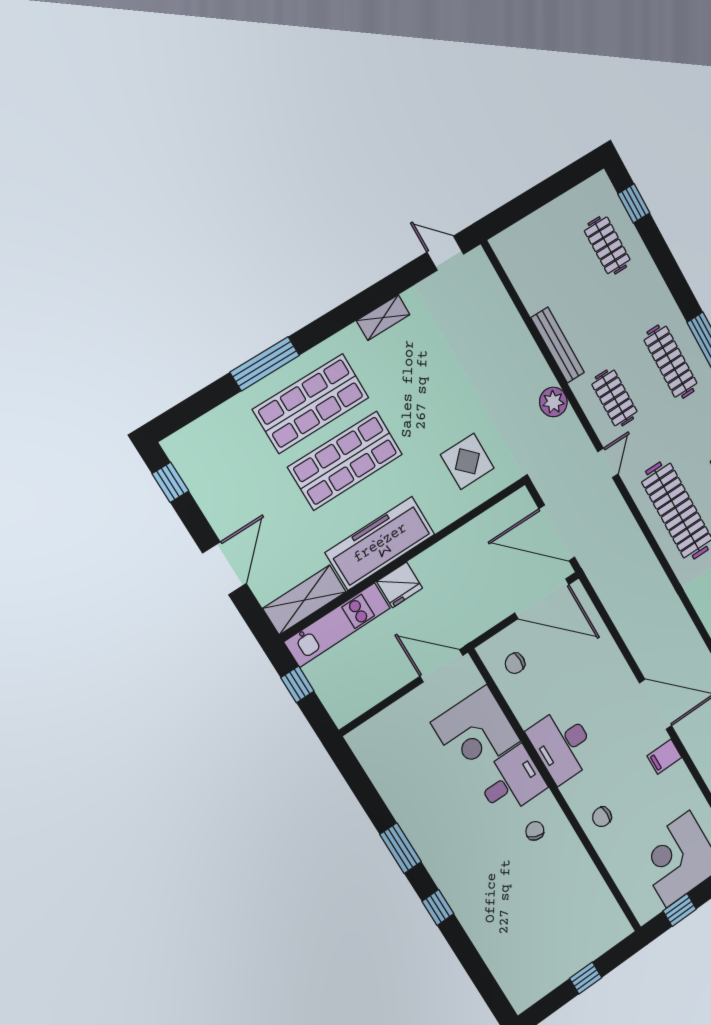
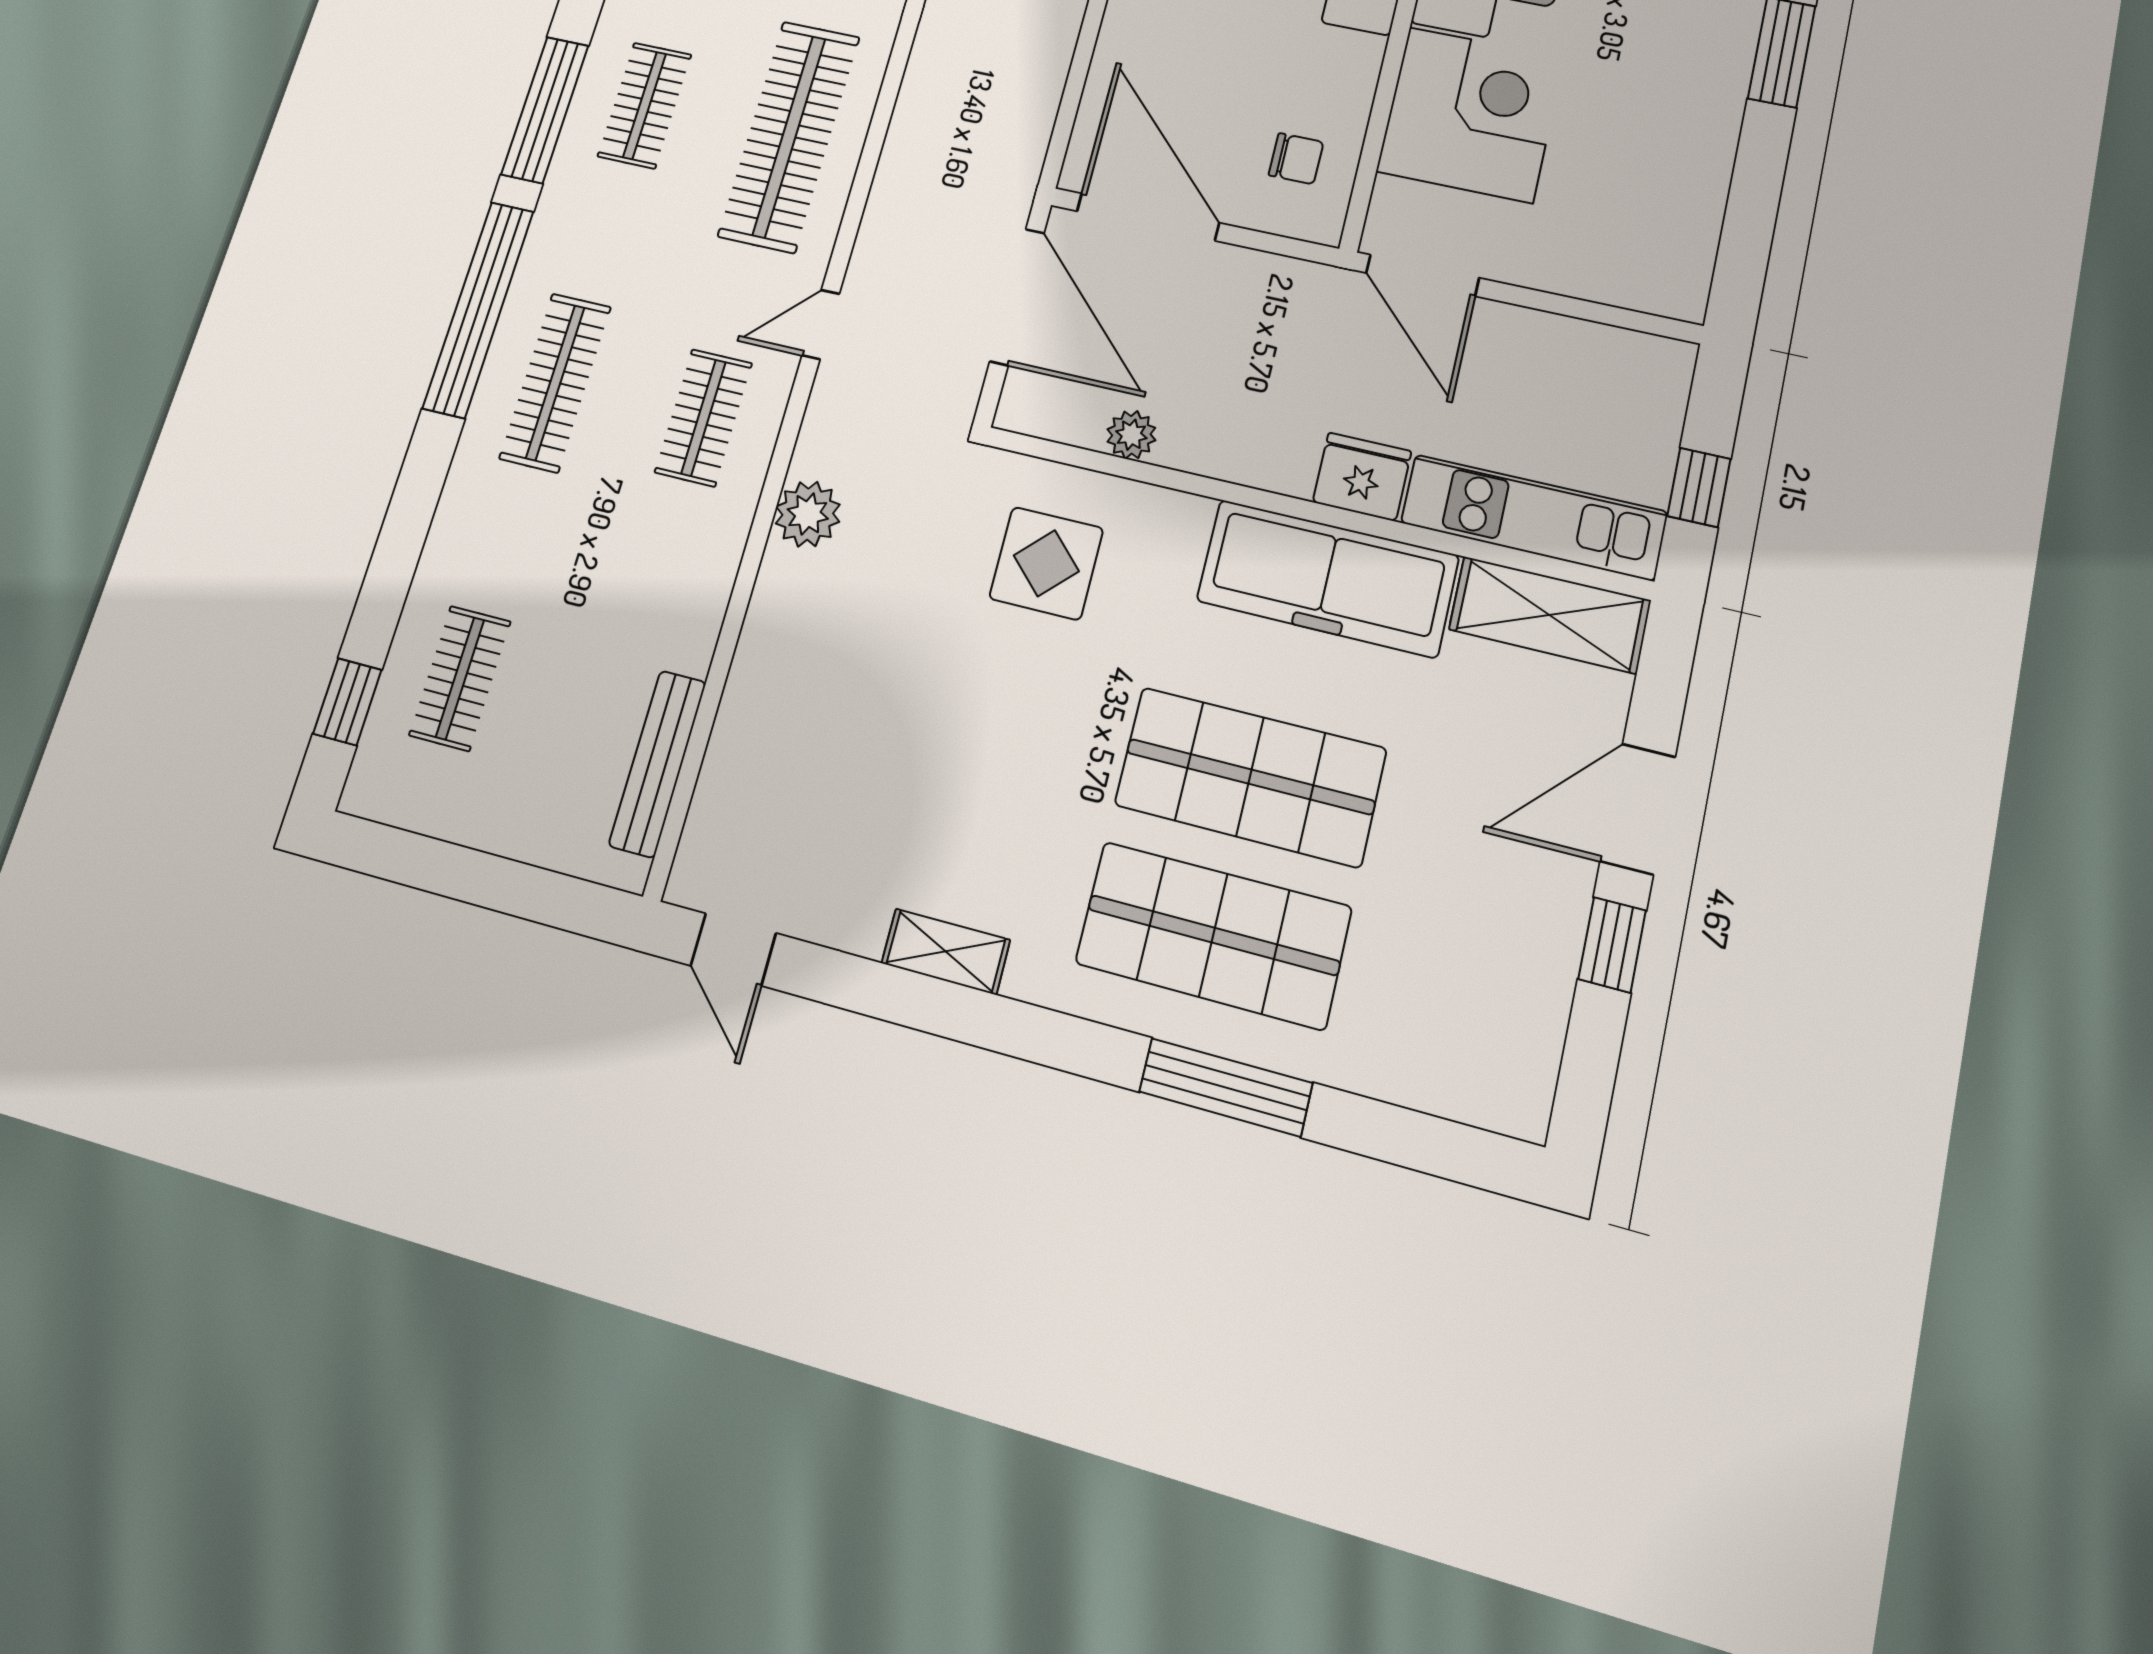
bench: (558, 345) -> (657, 764), moved
window: (170, 482) -> (1612, 945), moved
plant: (481, 526) -> (1131, 435), added

